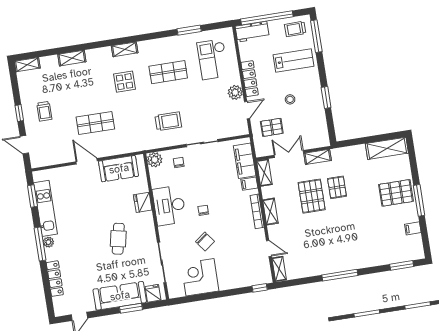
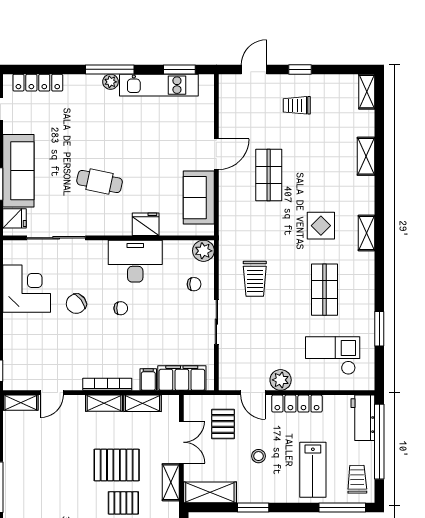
shelving: (320, 129) -> (210, 492), added
shelving: (264, 173) -> (143, 403), moved
locker: (55, 279) -> (38, 83), moved

